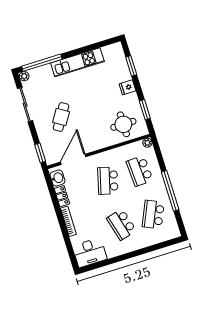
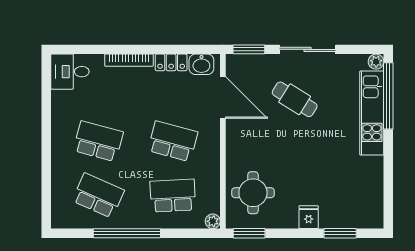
kitchen unit: (77, 62) -> (372, 113), moved
sliding door: (25, 105) -> (307, 49), moved
window: (145, 110) -> (249, 233), moved
school desk: (121, 224) -> (98, 141), turned 30
desk: (90, 252) -> (70, 72), width x0.73

